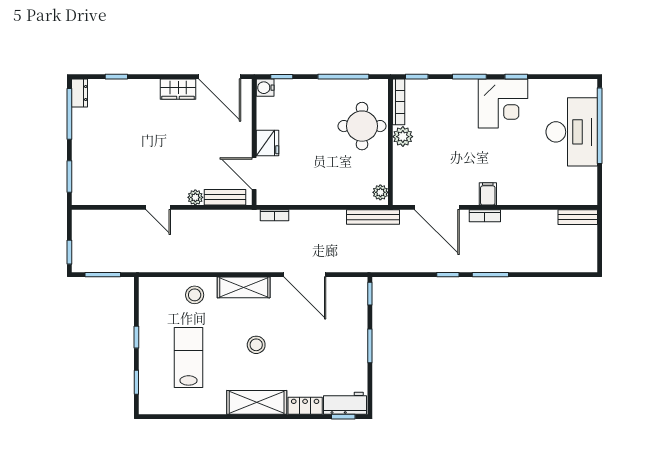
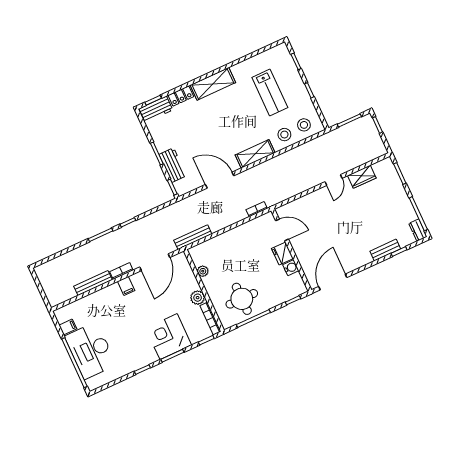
door: (220, 77) -> (333, 282), hinge flipped
water cooler: (265, 88) -> (291, 268), moved
wardrobe: (178, 89) -> (362, 177), moved, turned 180
corner desk: (503, 104) -> (169, 337), moved
round table: (362, 126) -> (242, 299), moved
filing cabinet: (587, 175) -> (68, 327), added
plant: (380, 192) -> (203, 271), moved
plant: (195, 197) -> (313, 197), removed
bench: (225, 197) -> (385, 250), moved
door: (158, 207) -> (334, 180), swing flipped
door: (437, 207) -> (155, 262), swing flipped
bench: (578, 217) -> (93, 283), moved, width x1.36
workbench: (356, 322) -> (173, 165), added
stool: (256, 345) -> (304, 125), moved

